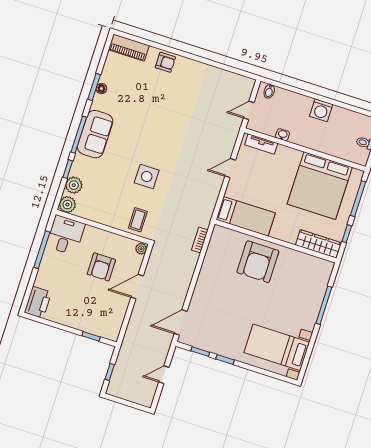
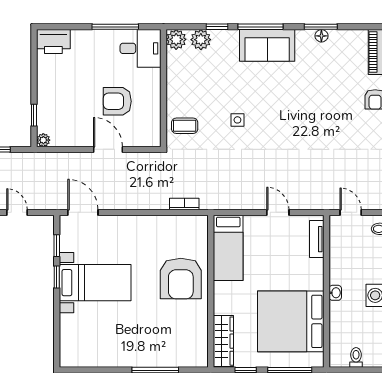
washbasin: (283, 135) -> (335, 293), moved
side table: (147, 176) -> (237, 120), width x0.54, depth x0.54
plant: (141, 249) -> (43, 140), moved
armchair: (258, 262) -> (181, 279), turned -90
bed with nightstands: (277, 347) -> (95, 283), moved, turned 90

